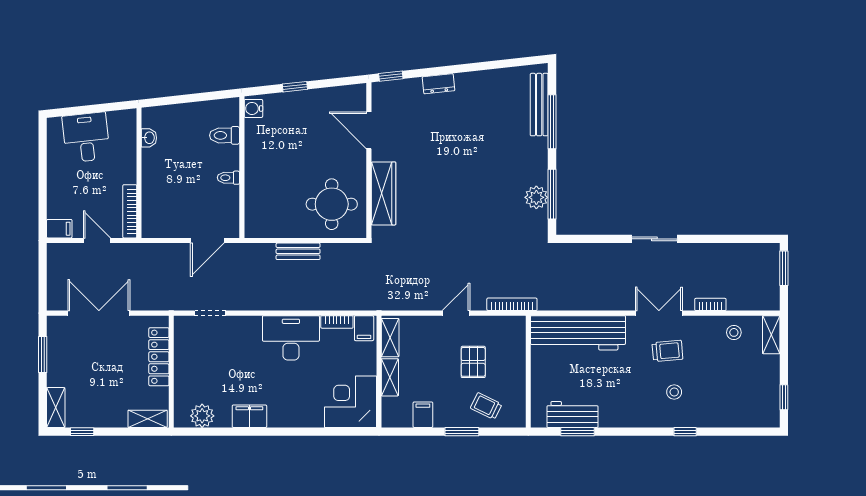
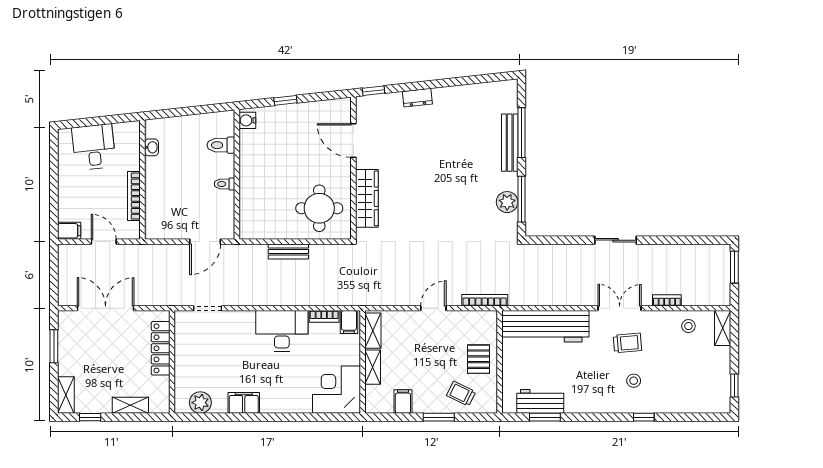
bench: (539, 105) -> (510, 143), moved
bookcase: (130, 211) -> (134, 196), moved
pallet: (473, 362) -> (479, 359), moved
shelving: (148, 419) -> (130, 405), moved

